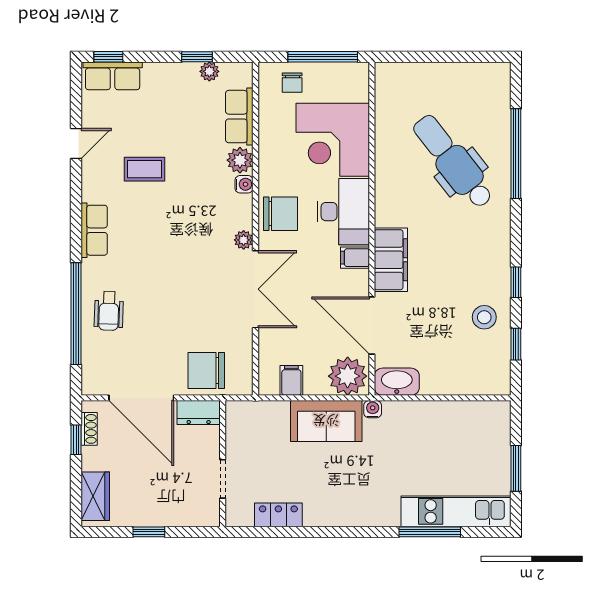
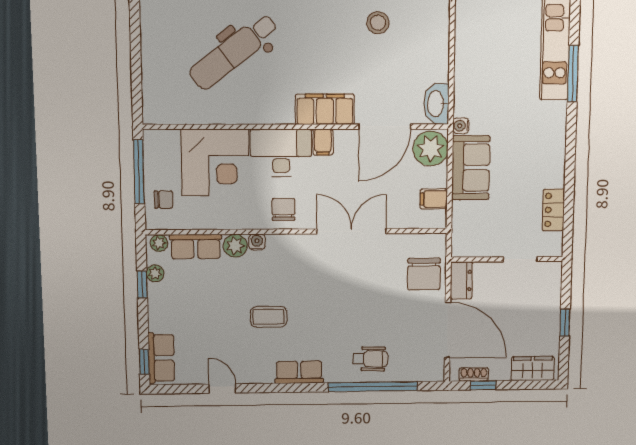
coffee table: (144, 169) -> (269, 317), moved, turned 90
chair: (280, 214) -> (283, 209), width x0.73, depth x0.73
plant: (244, 240) -> (159, 243), moved
door: (141, 398) -> (447, 330), hinge flipped

